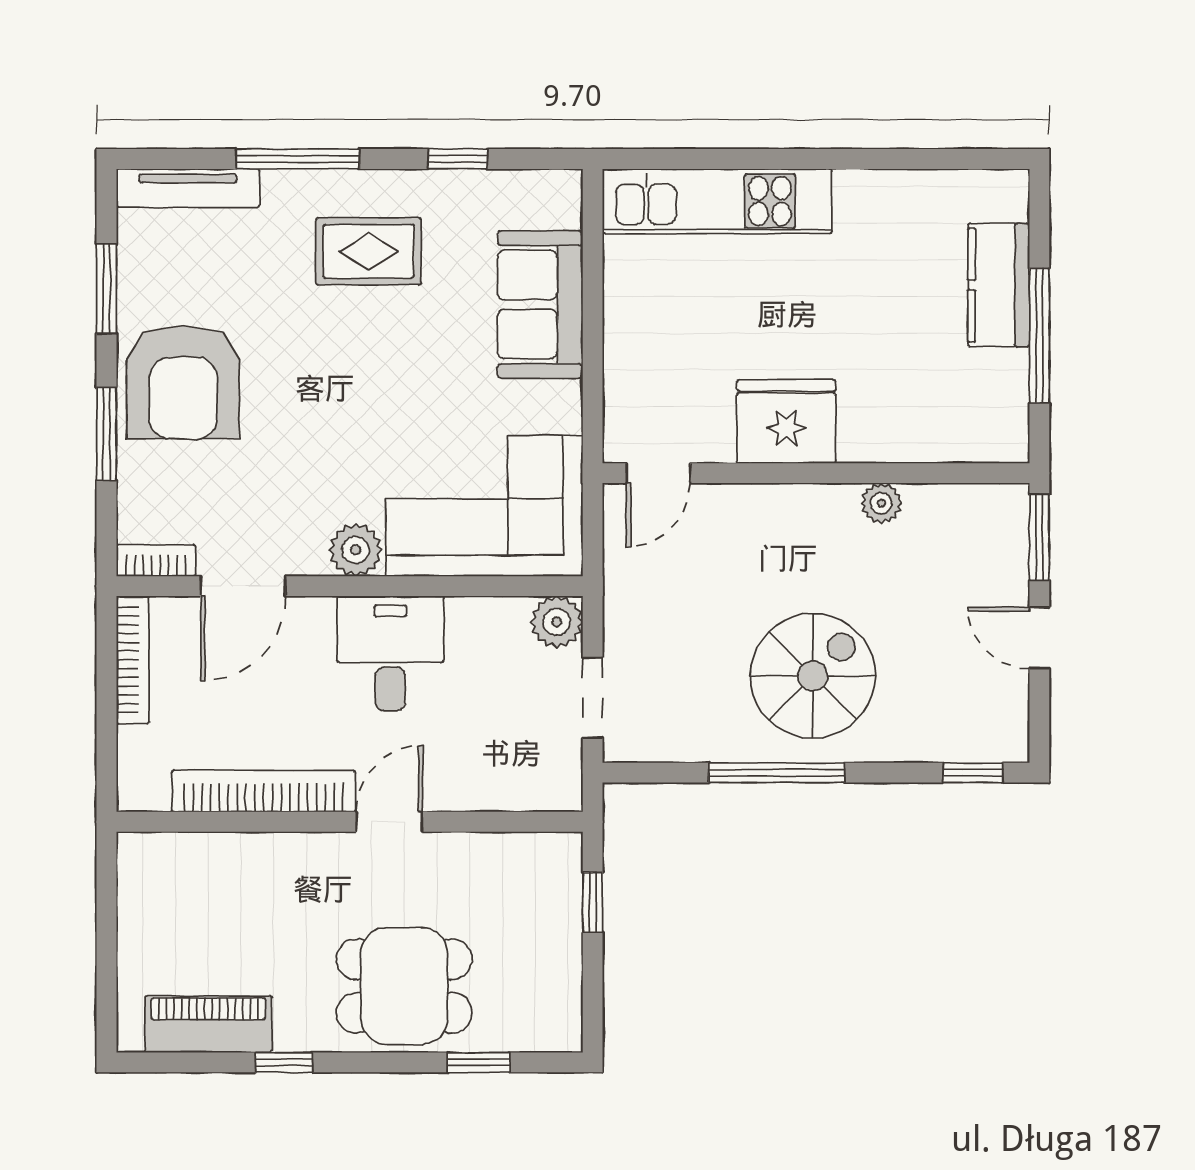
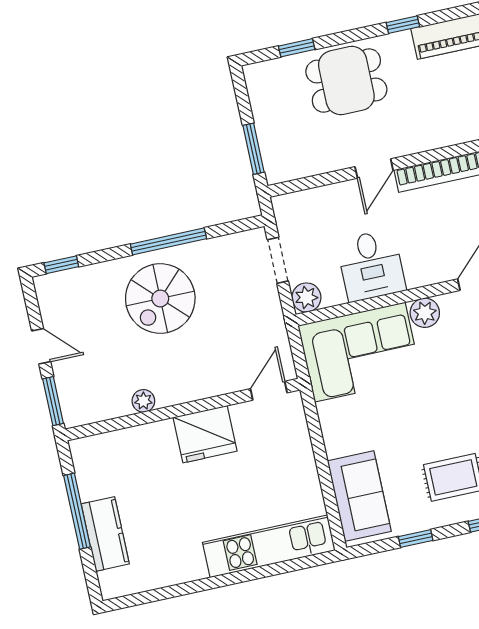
sofa: (540, 304) -> (359, 496), moved
desk: (390, 653) -> (371, 265), moved
window: (593, 902) -> (253, 149), width x1.50

